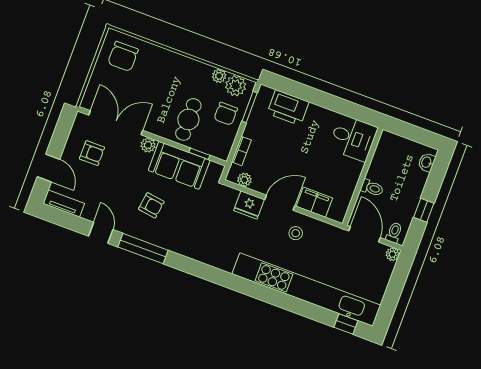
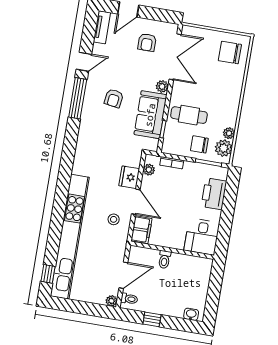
desk: (353, 138) -> (202, 237), moved
wall: (363, 176) -> (172, 250), moved
toilet: (372, 188) -> (164, 260), moved

